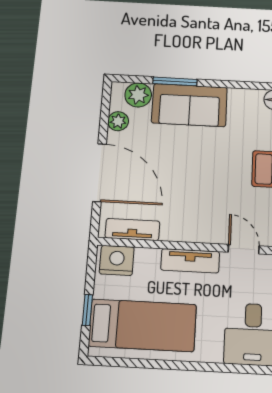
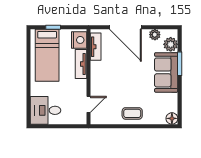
door: (100, 172) -> (125, 27), hinge flipped
tv unit: (190, 261) -> (81, 64), moved

